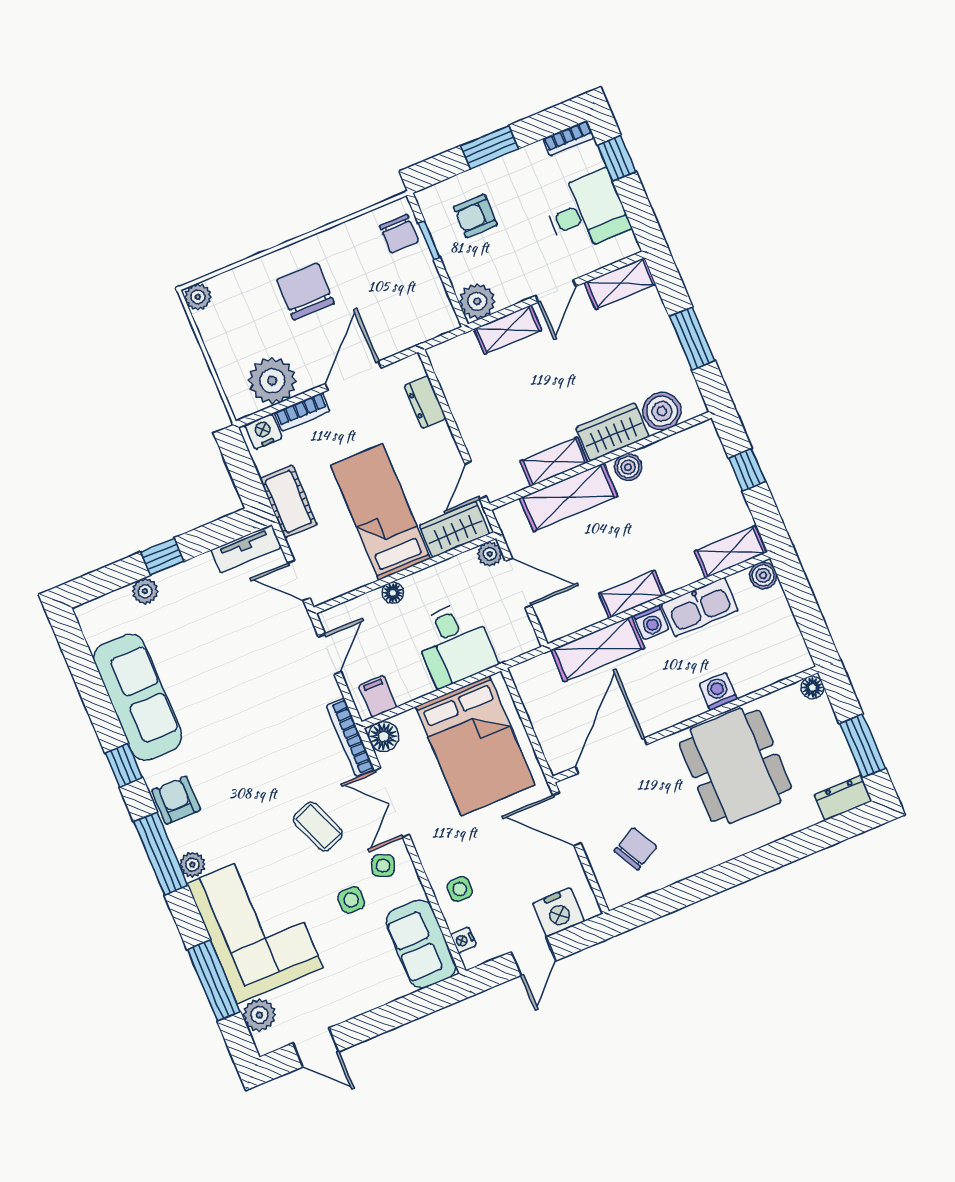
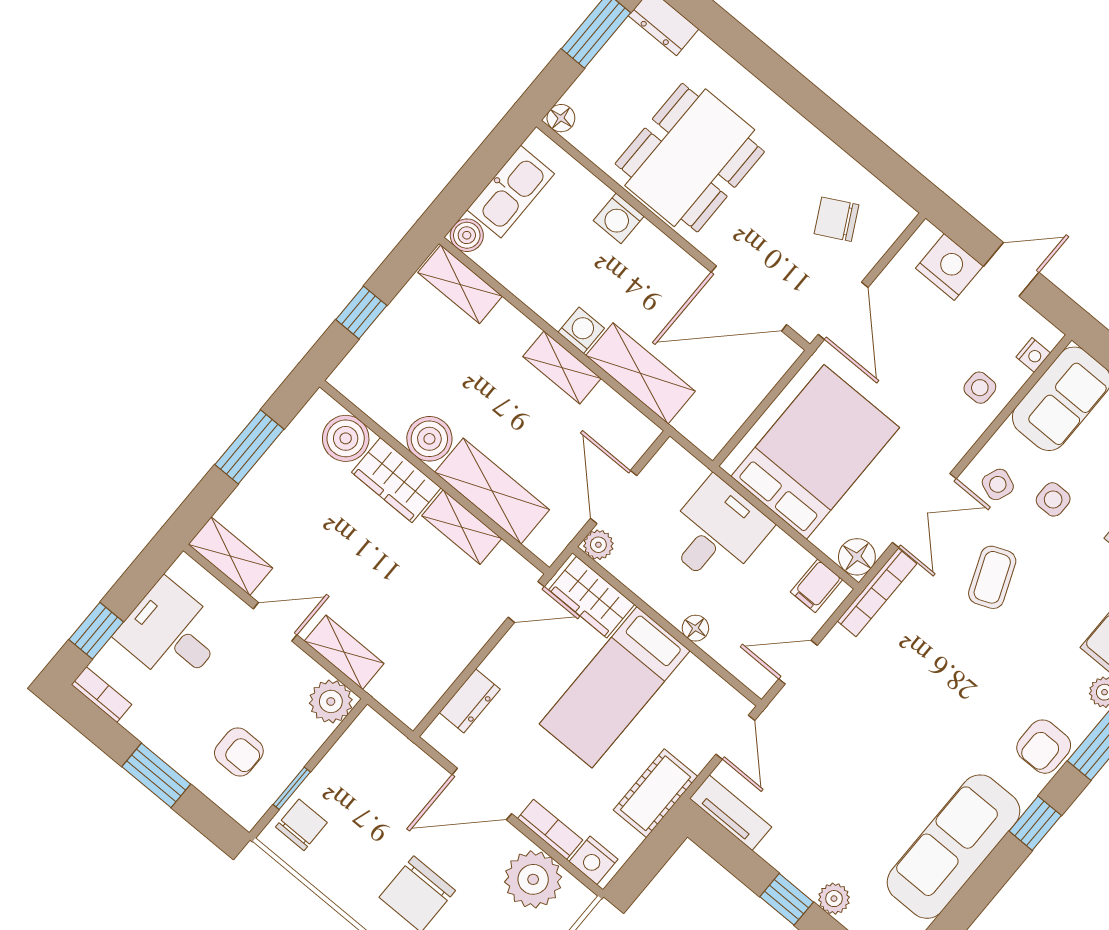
boiler: (628, 467) -> (429, 439), width x1.36, depth x1.36
kitchen sink: (700, 607) -> (511, 192), moved, turned 90

